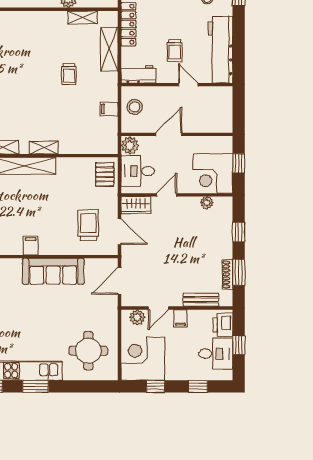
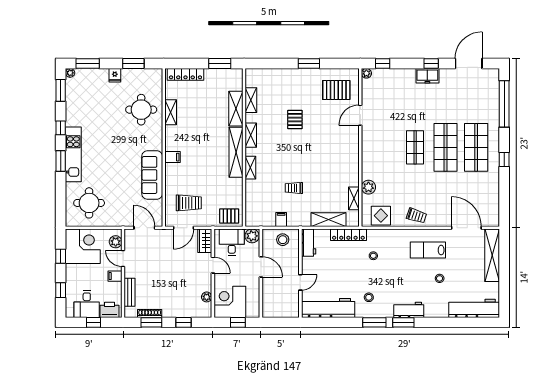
trolley: (175, 51) -> (327, 272), removed
trolley: (69, 74) -> (294, 188), moved

